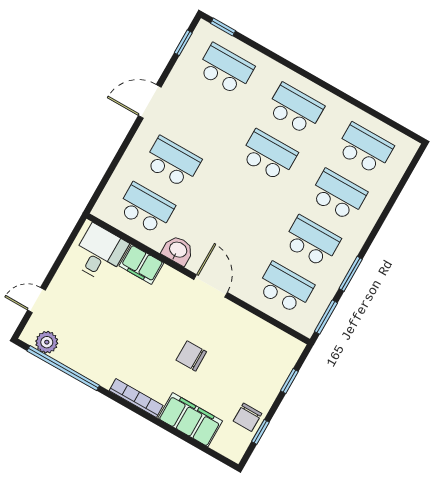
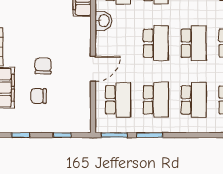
school desk: (242, 202) -> (156, 43), added
door: (211, 286) -> (93, 69), moved
chair: (248, 417) -> (39, 96), moved

